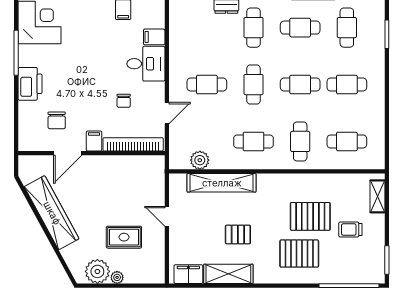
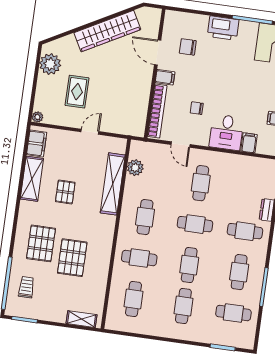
trolley: (350, 229) -> (26, 287), moved
plant: (117, 277) -> (37, 117), moved

